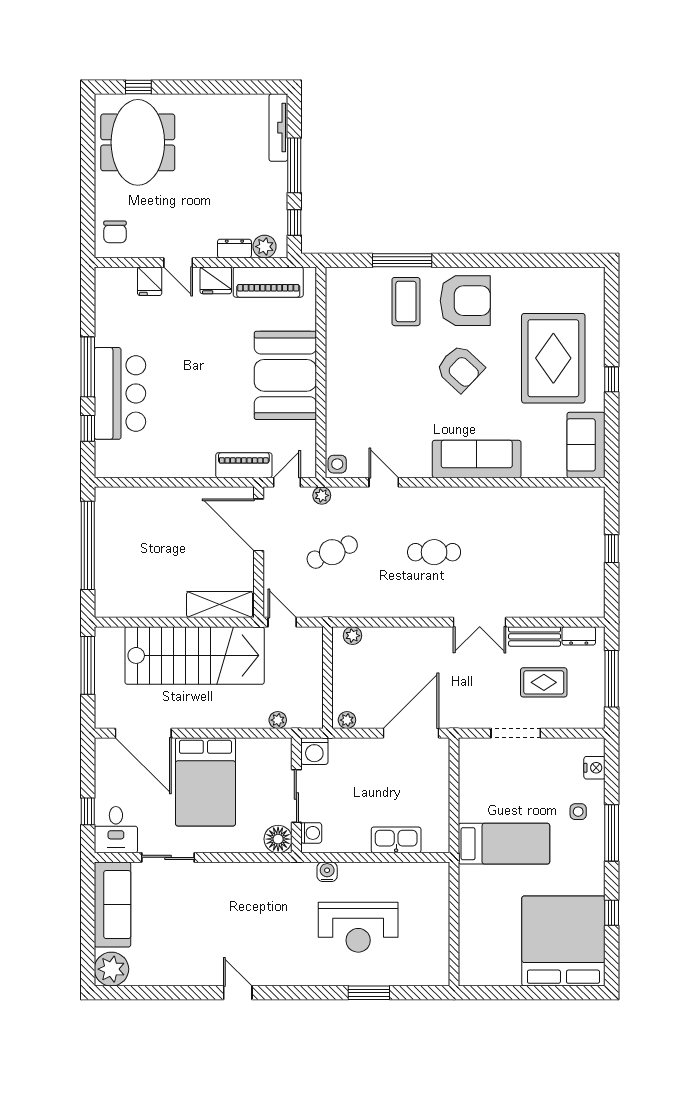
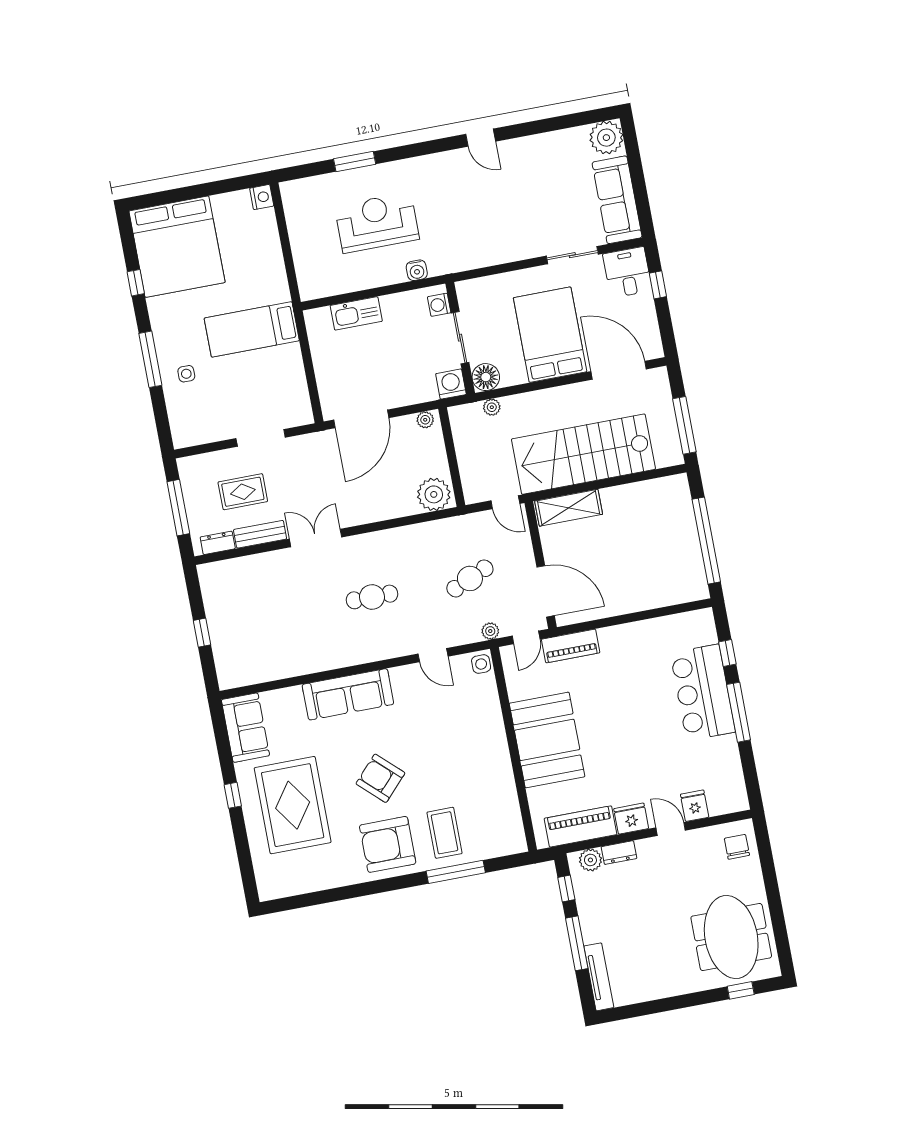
plant: (353, 636) -> (434, 494), width x1.87, depth x1.87
nightstand: (594, 768) -> (262, 197), moved, turned 180
floor lamp: (278, 839) -> (486, 377), moved

